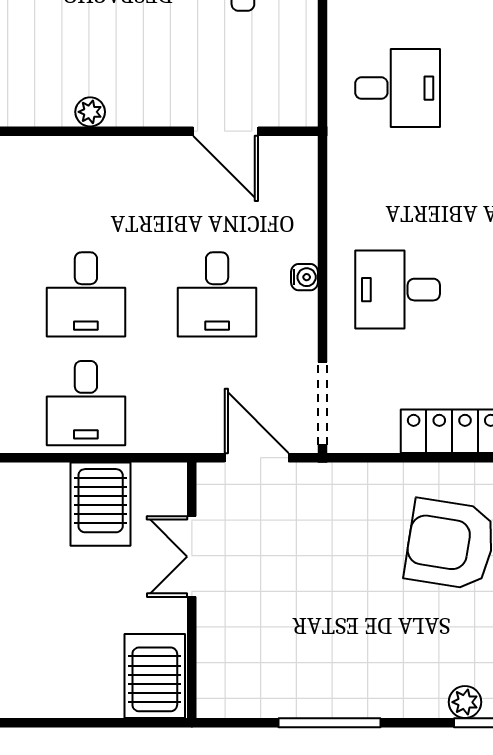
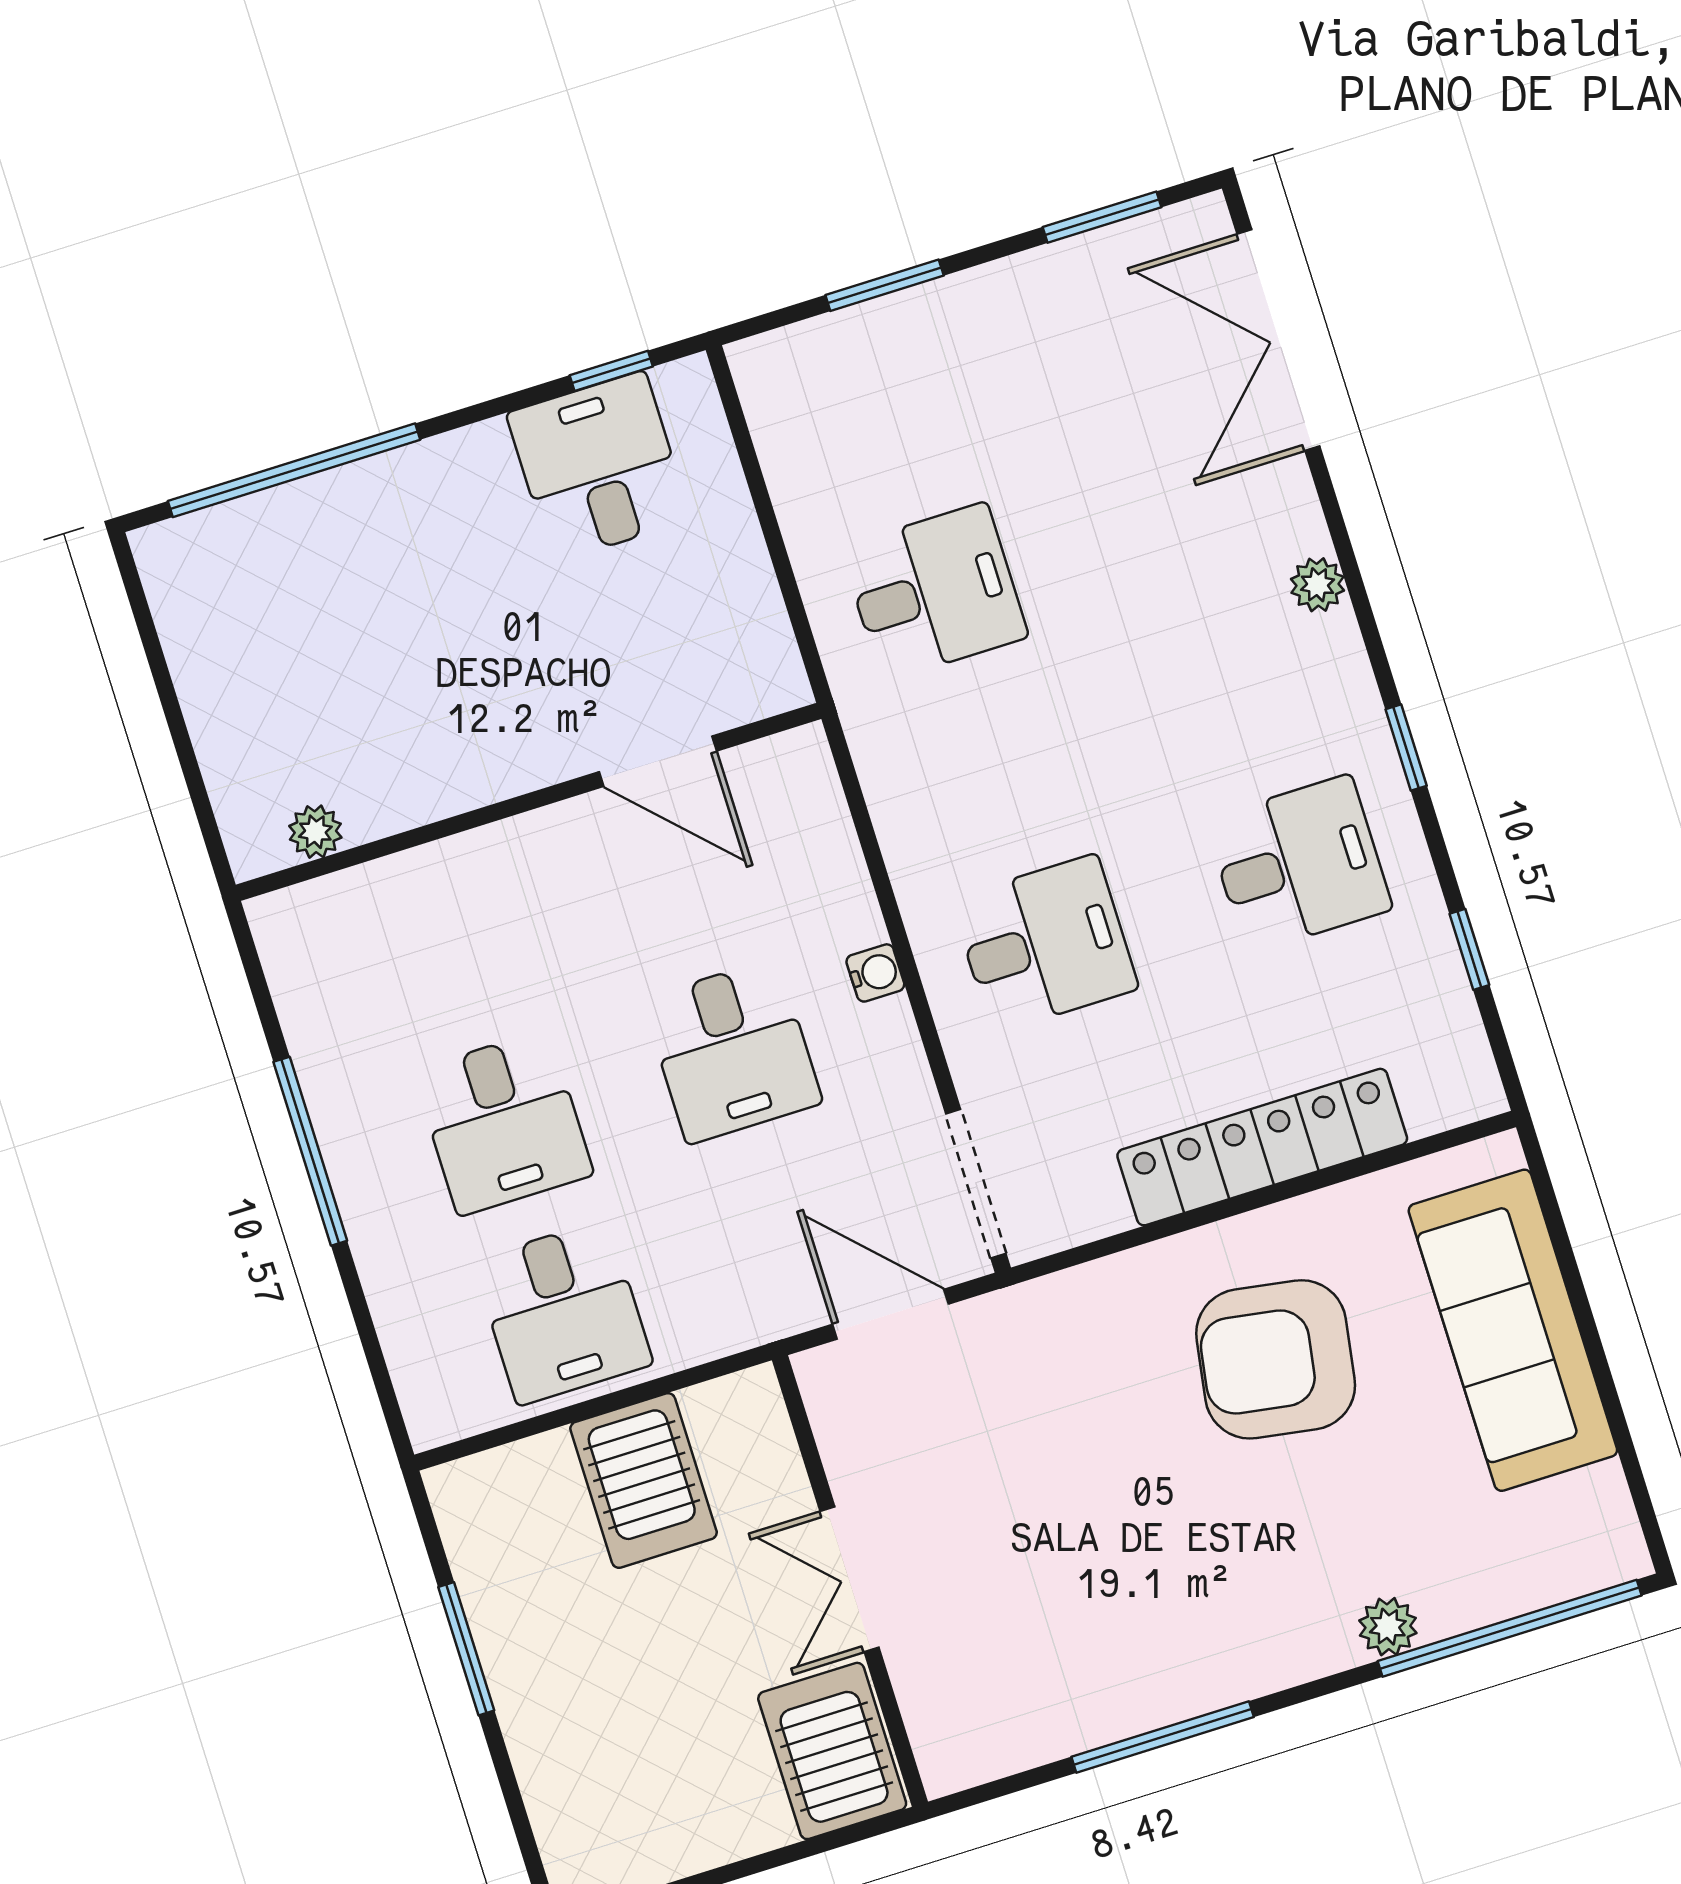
plant: (90, 112) -> (315, 832), moved
desk: (398, 290) -> (1045, 944), turned 180
double door: (192, 557) -> (849, 1579), moved

